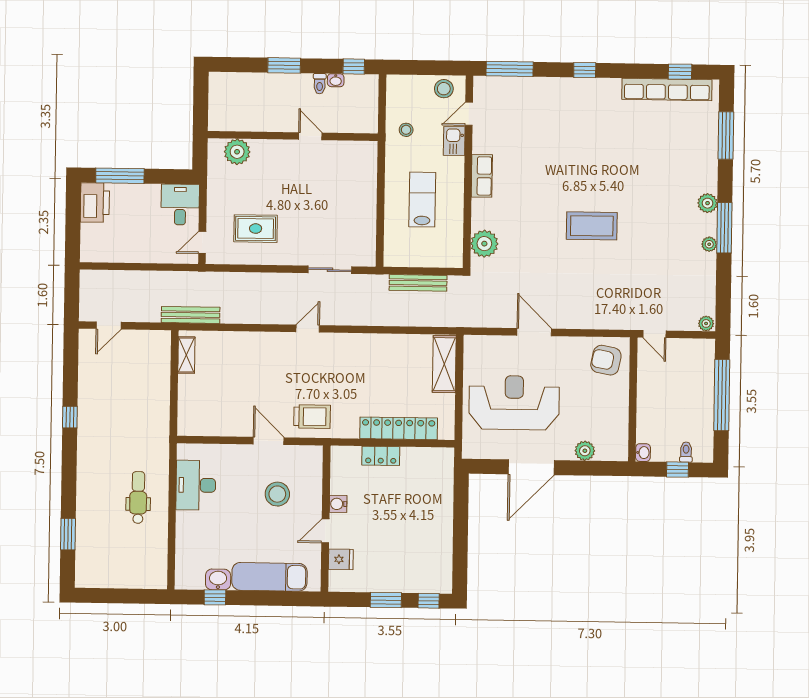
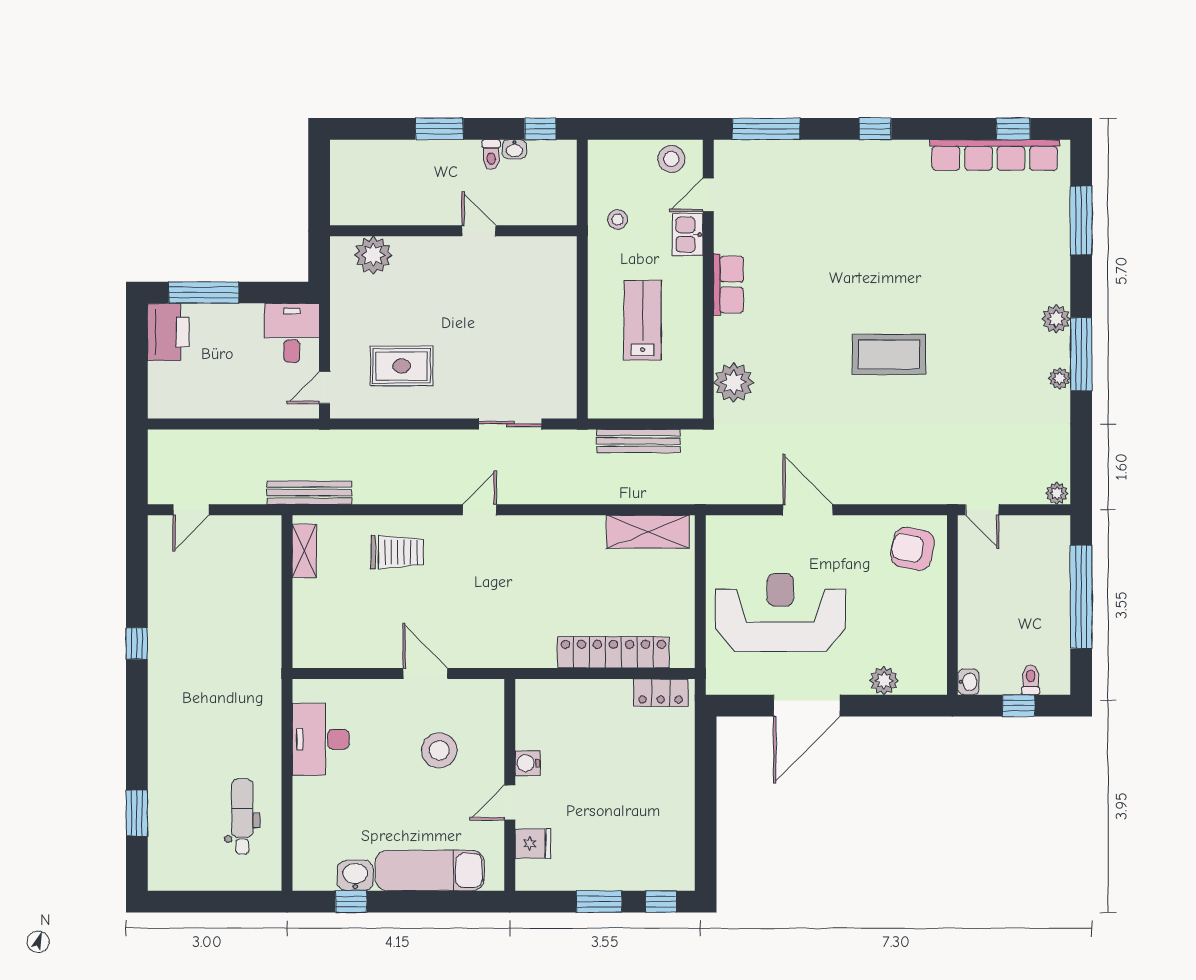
shelving: (444, 364) -> (648, 532), moved, turned 90
trolley: (312, 417) -> (397, 552), moved
locker: (381, 456) -> (661, 693), moved
dental chair: (138, 497) -> (242, 816), moved

